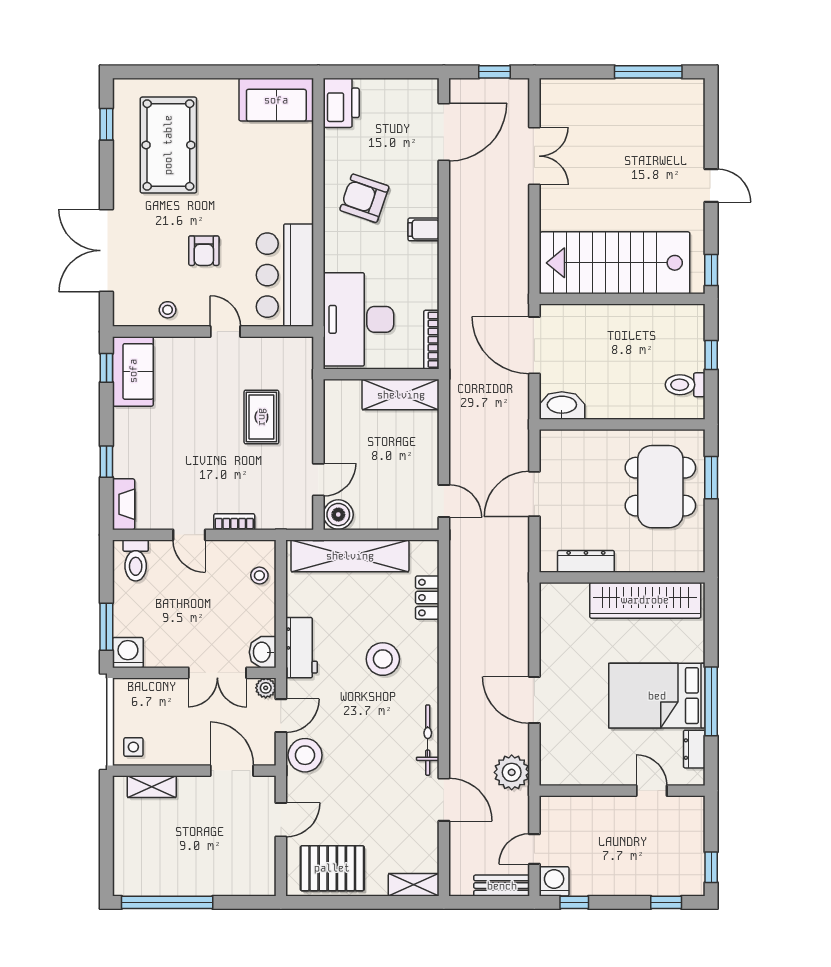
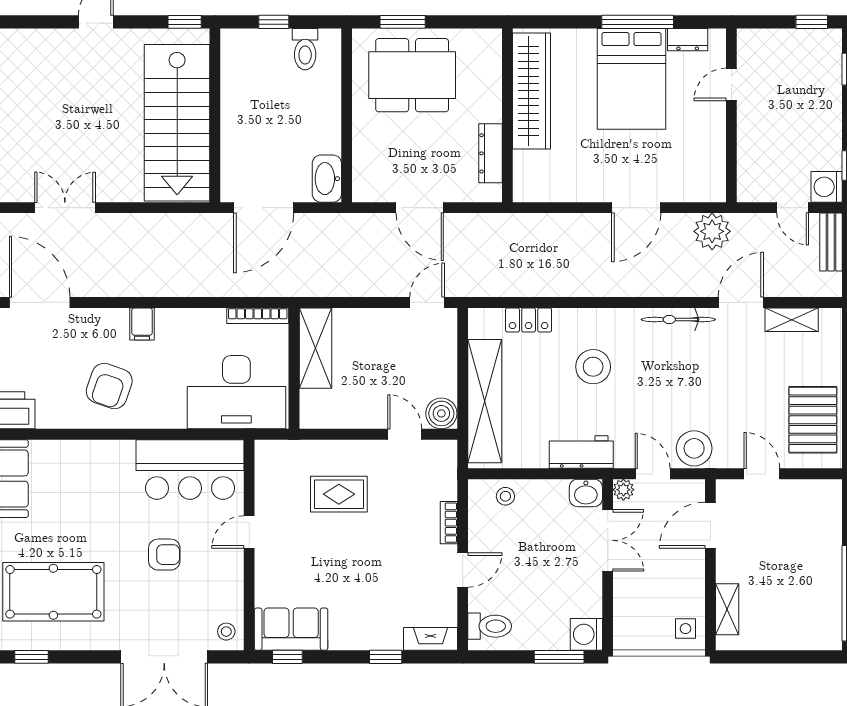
stool: (168, 310) -> (226, 632), moved
shelving: (414, 885) -> (792, 320), moved, turned 90

